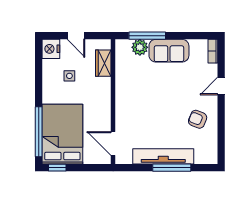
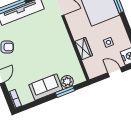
window: (147, 36) -> (65, 92), width x0.69
wardrobe: (103, 63) -> (84, 48), moved

